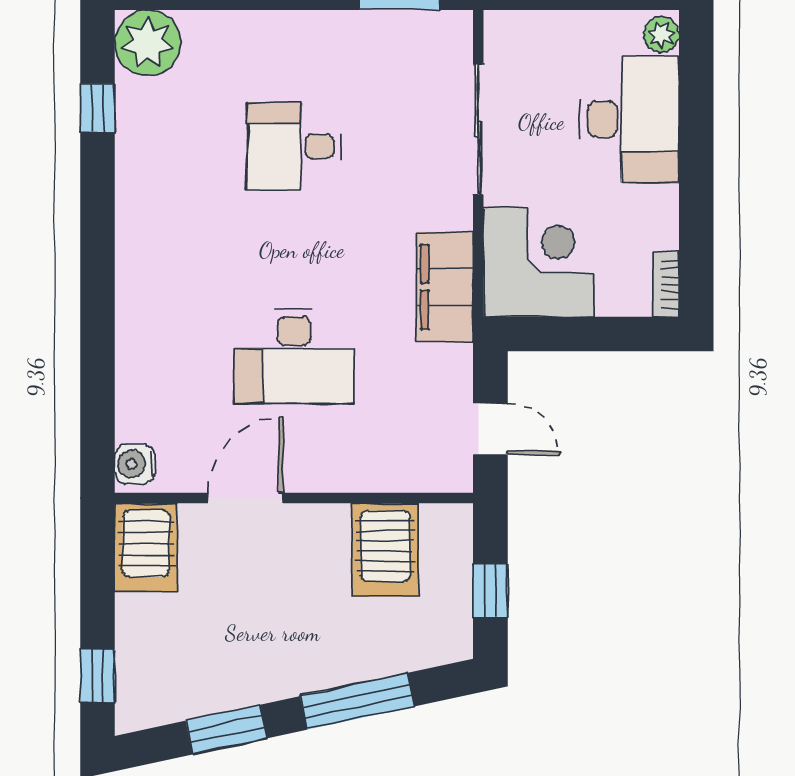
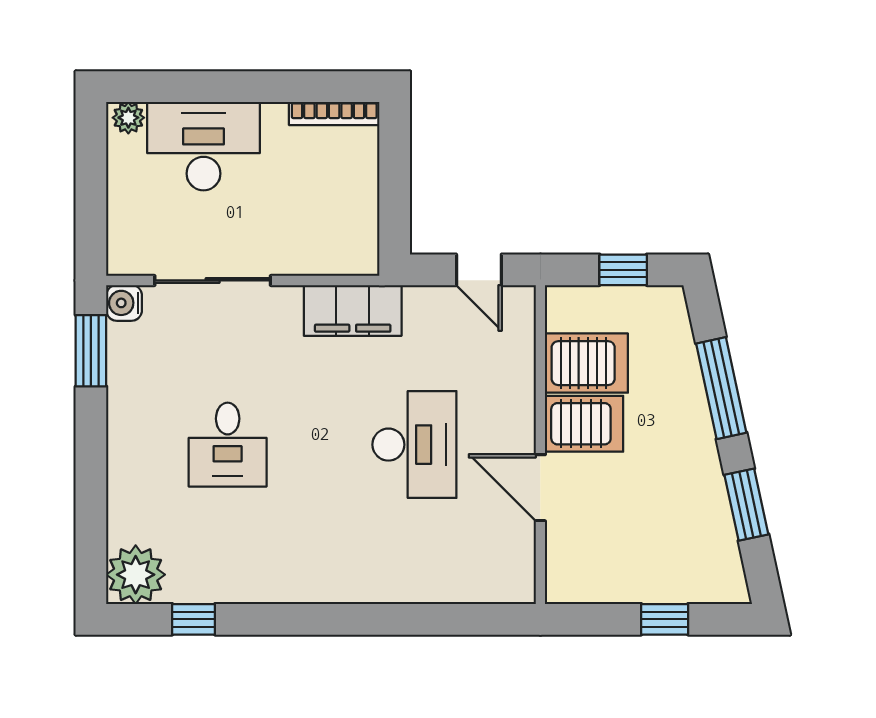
corner desk: (538, 262) -> (331, 227), removed
bookcase: (666, 284) -> (334, 113), width x1.56
door: (490, 429) -> (479, 270), swing flipped
water cooler: (135, 464) -> (124, 303), moved, turned 90
server rack: (146, 547) -> (584, 424), moved
window: (97, 676) -> (665, 619), moved

